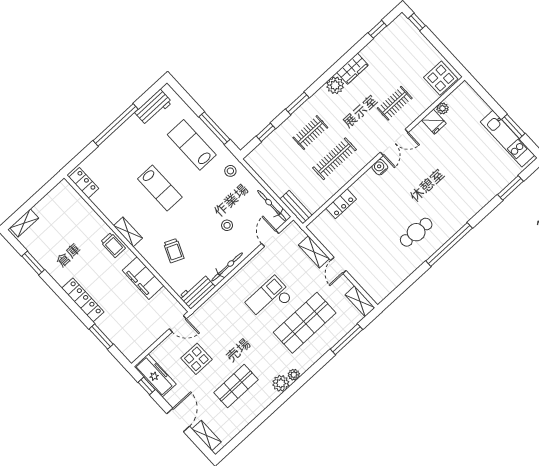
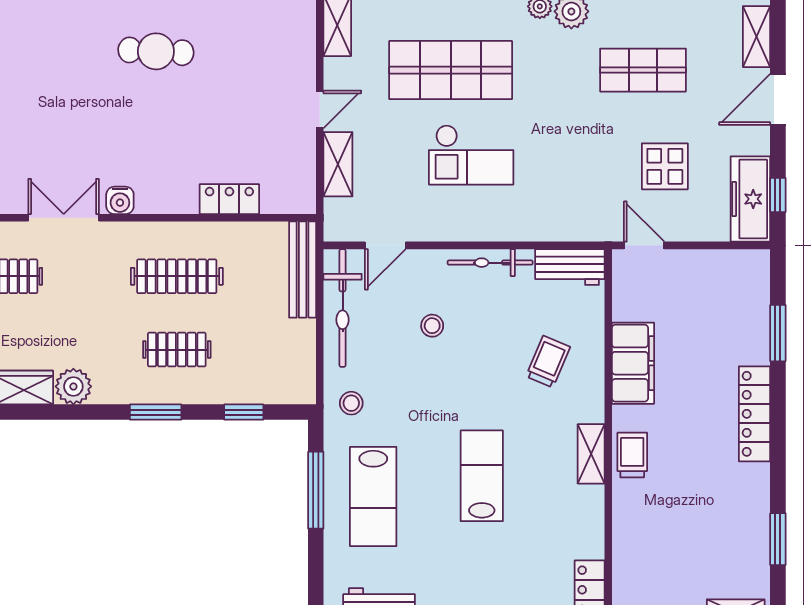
bicycle: (272, 206) -> (343, 308), width x1.37, depth x1.40
bench: (296, 207) -> (303, 270), width x1.36

